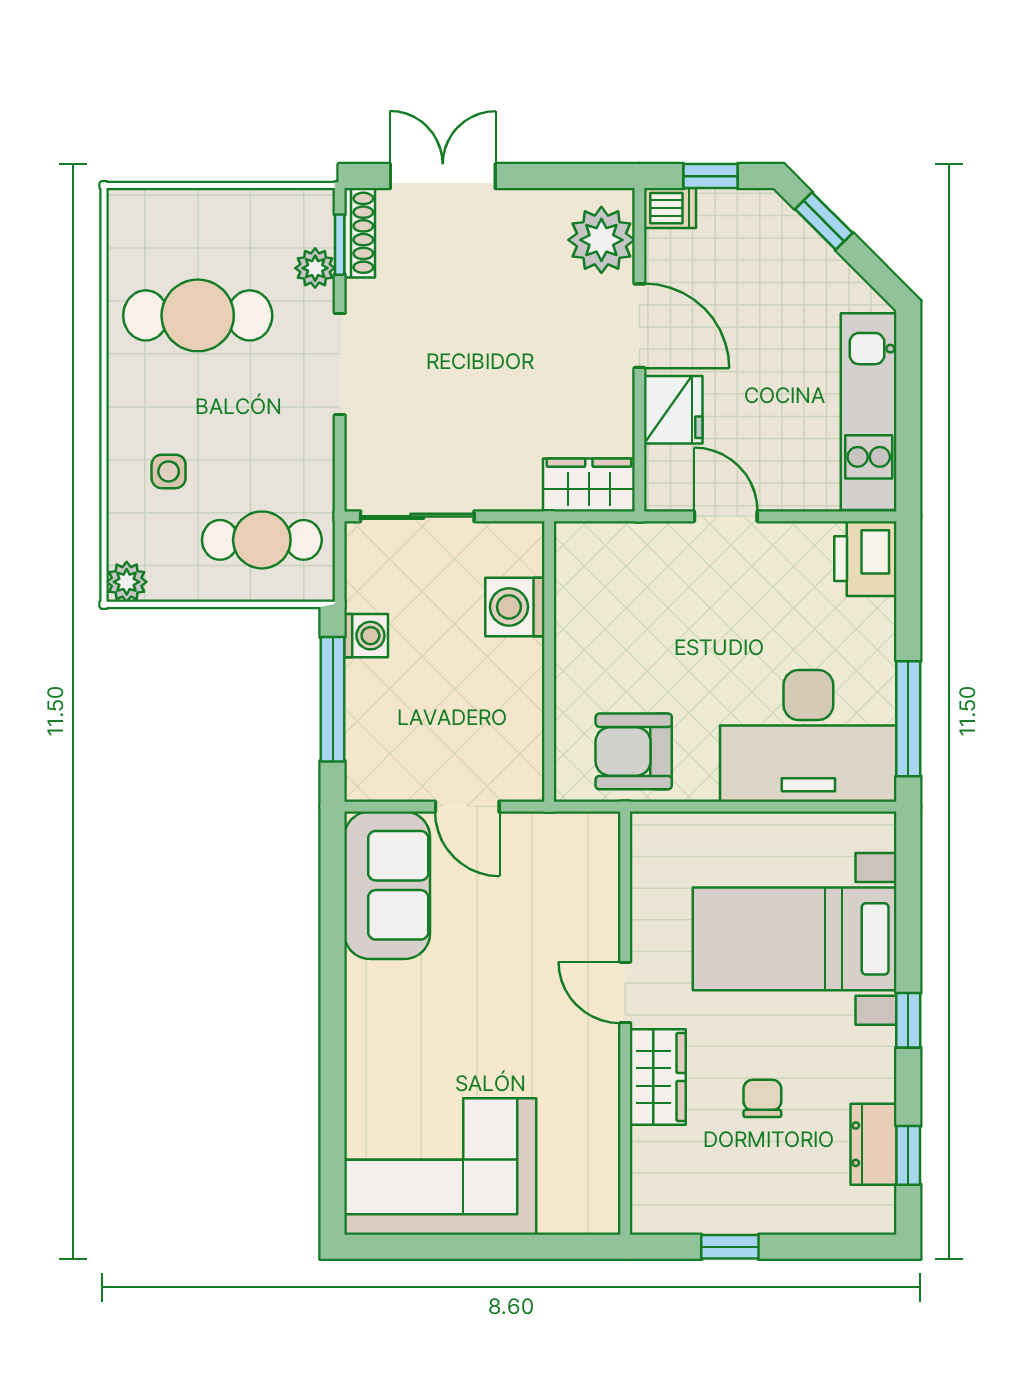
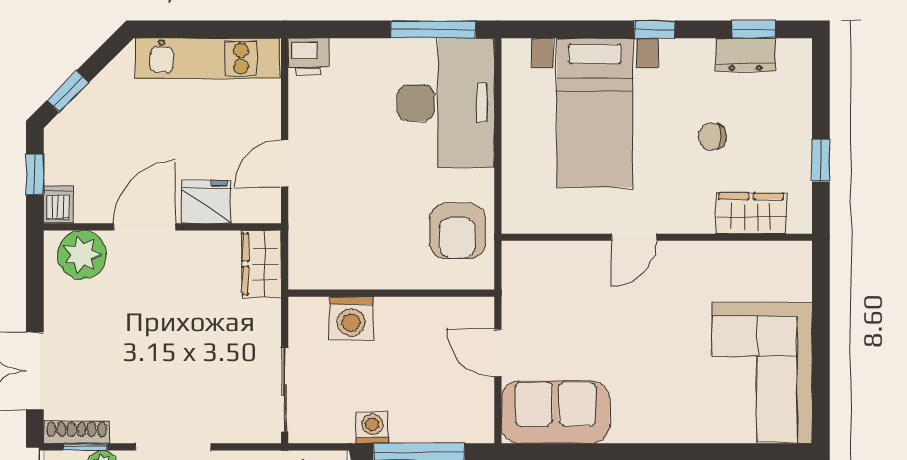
printer: (865, 559) -> (308, 56), width x0.73, depth x0.81
door: (467, 807) -> (498, 353), swing flipped
wardrobe: (658, 1077) -> (751, 213), moved

